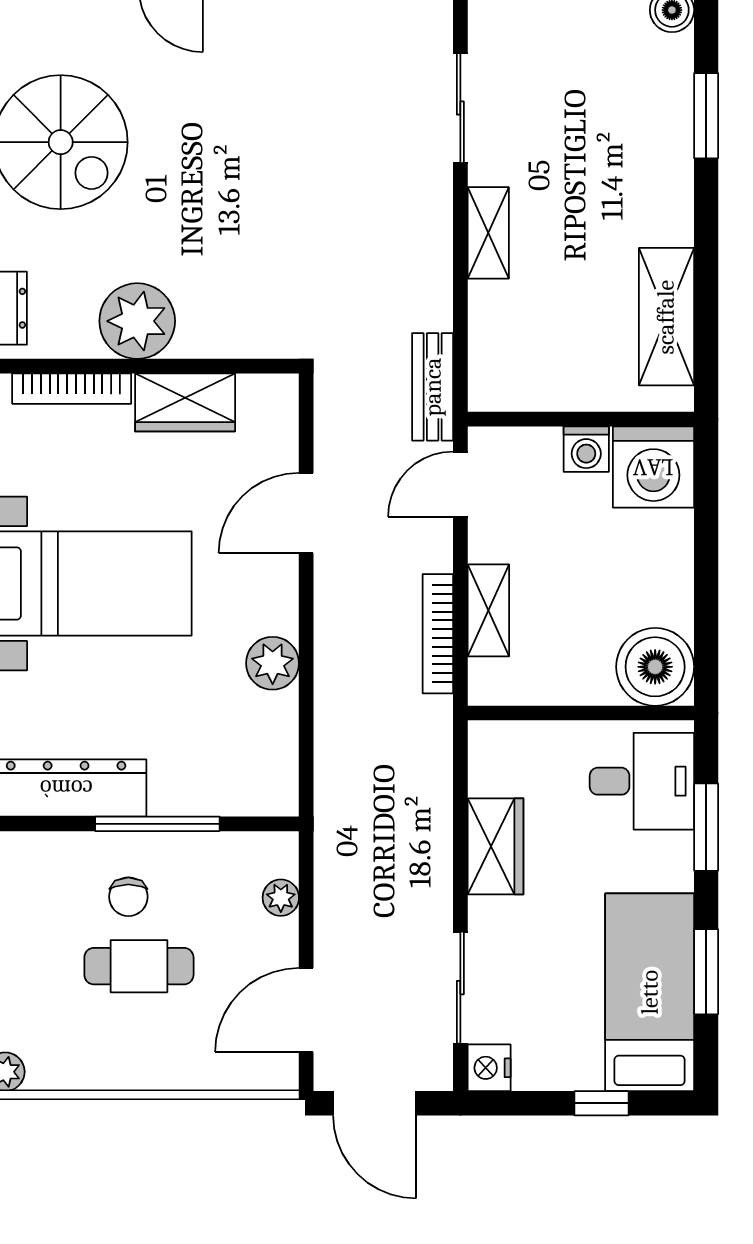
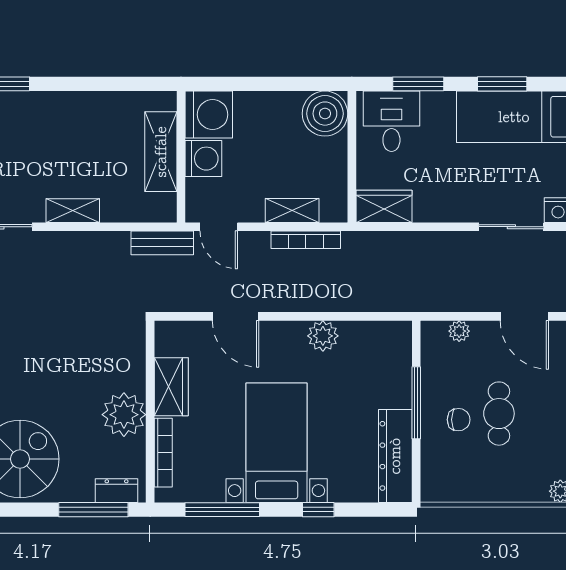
shelving: (666, 317) -> (161, 152), moved, turned 90
washing machine: (586, 449) -> (203, 159), width x1.38, depth x1.38
wardrobe: (496, 846) -> (384, 206), moved

